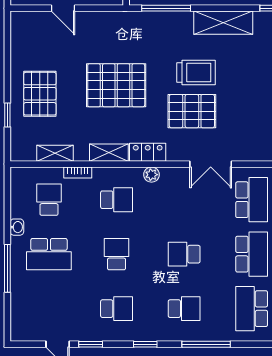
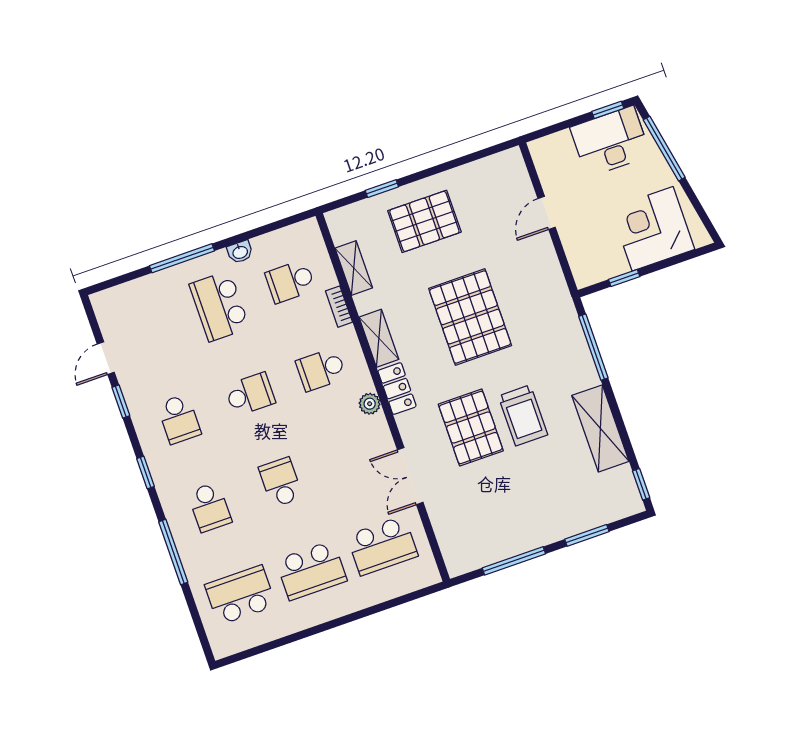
school desk: (49, 200) -> (290, 281), turned 180
school desk: (117, 200) -> (321, 369), turned 90

